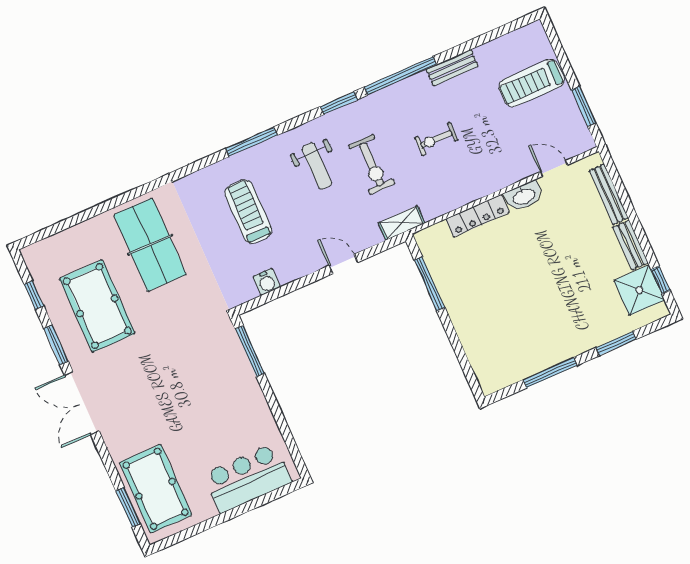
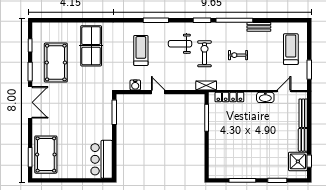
treadmill: (532, 83) -> (291, 49), turned 90
exercise bike: (372, 164) -> (204, 54), turned 180
weight bench: (317, 166) -> (180, 44), turned 90
door: (554, 168) -> (284, 91), hinge flipped
locker: (477, 216) -> (229, 97), moved
door: (344, 264) -> (158, 92), moved
double door: (82, 403) -> (30, 102), swing flipped
bar counter: (247, 478) -> (102, 159), moved, turned -90

